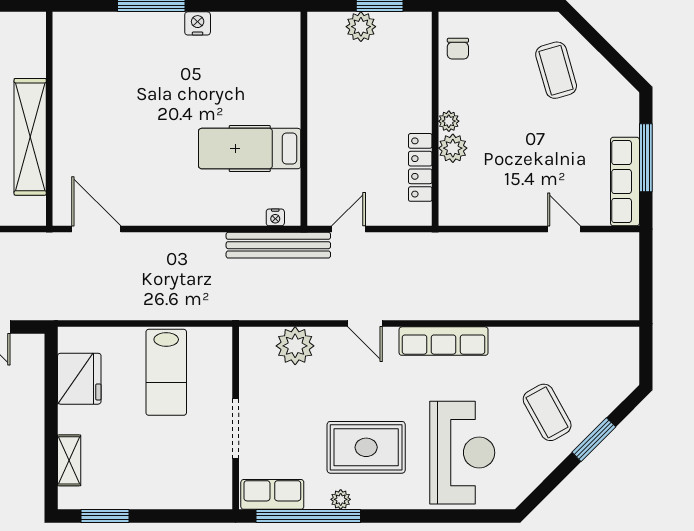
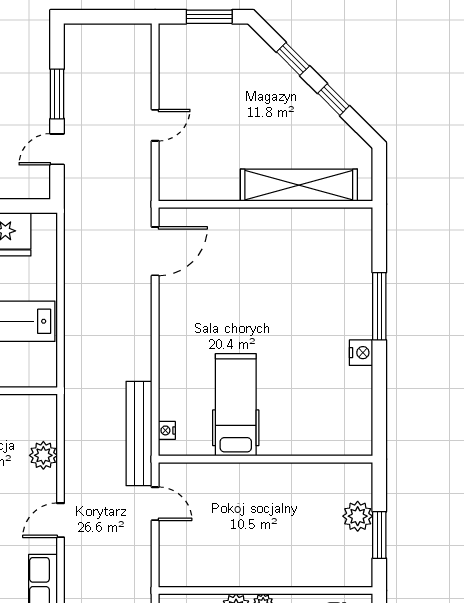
shelving: (30, 137) -> (299, 185), moved
locker: (420, 167) -> (217, 576), removed
plant: (295, 346) -> (43, 455), width x0.73, depth x0.73

